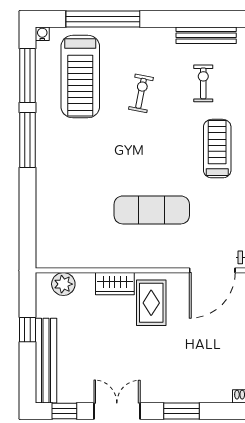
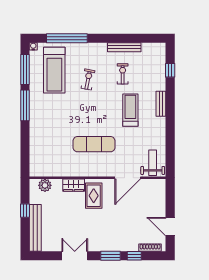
window: (64, 411) -> (134, 256), moved

